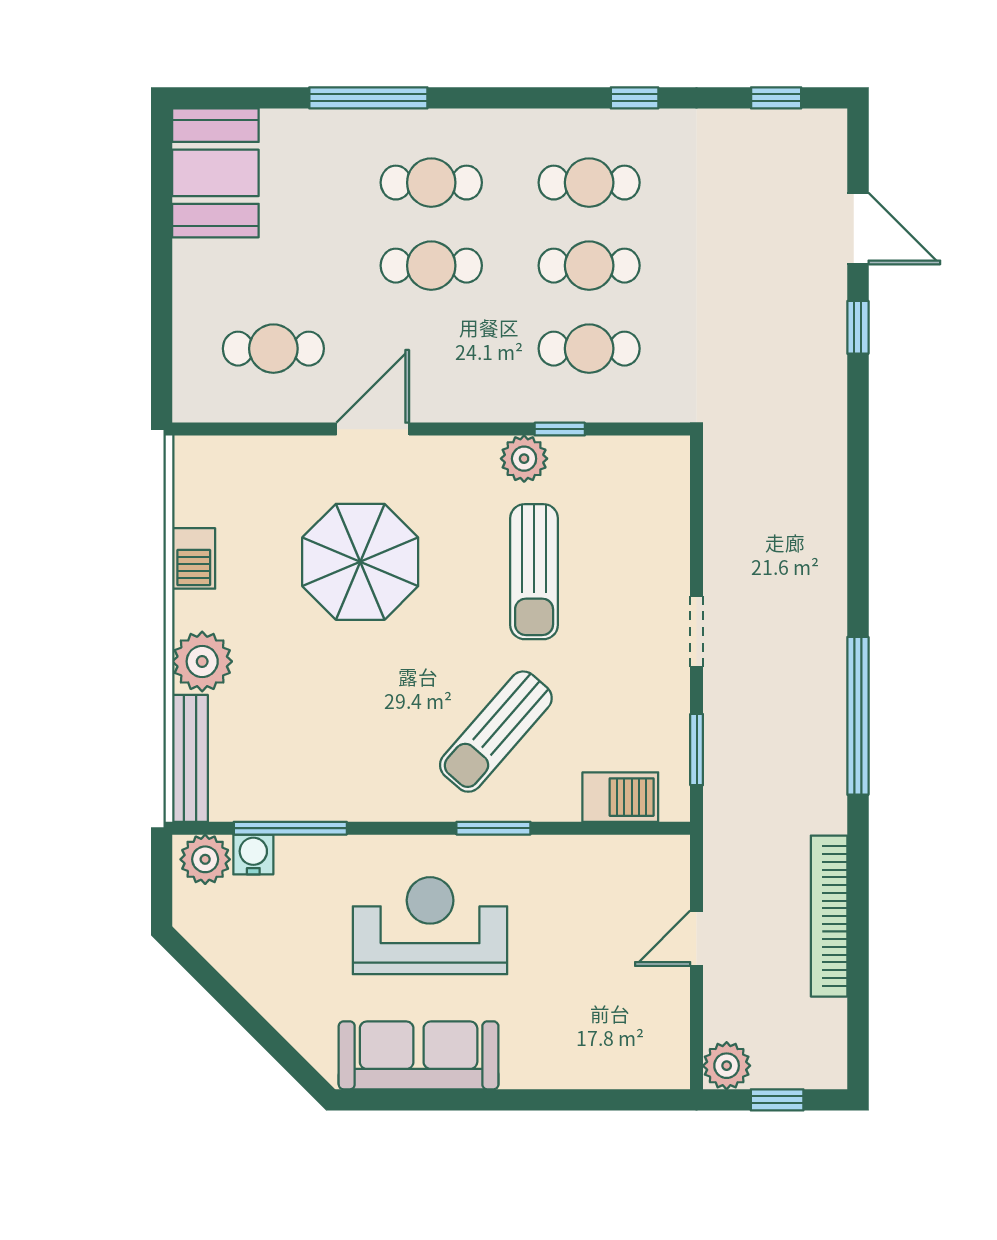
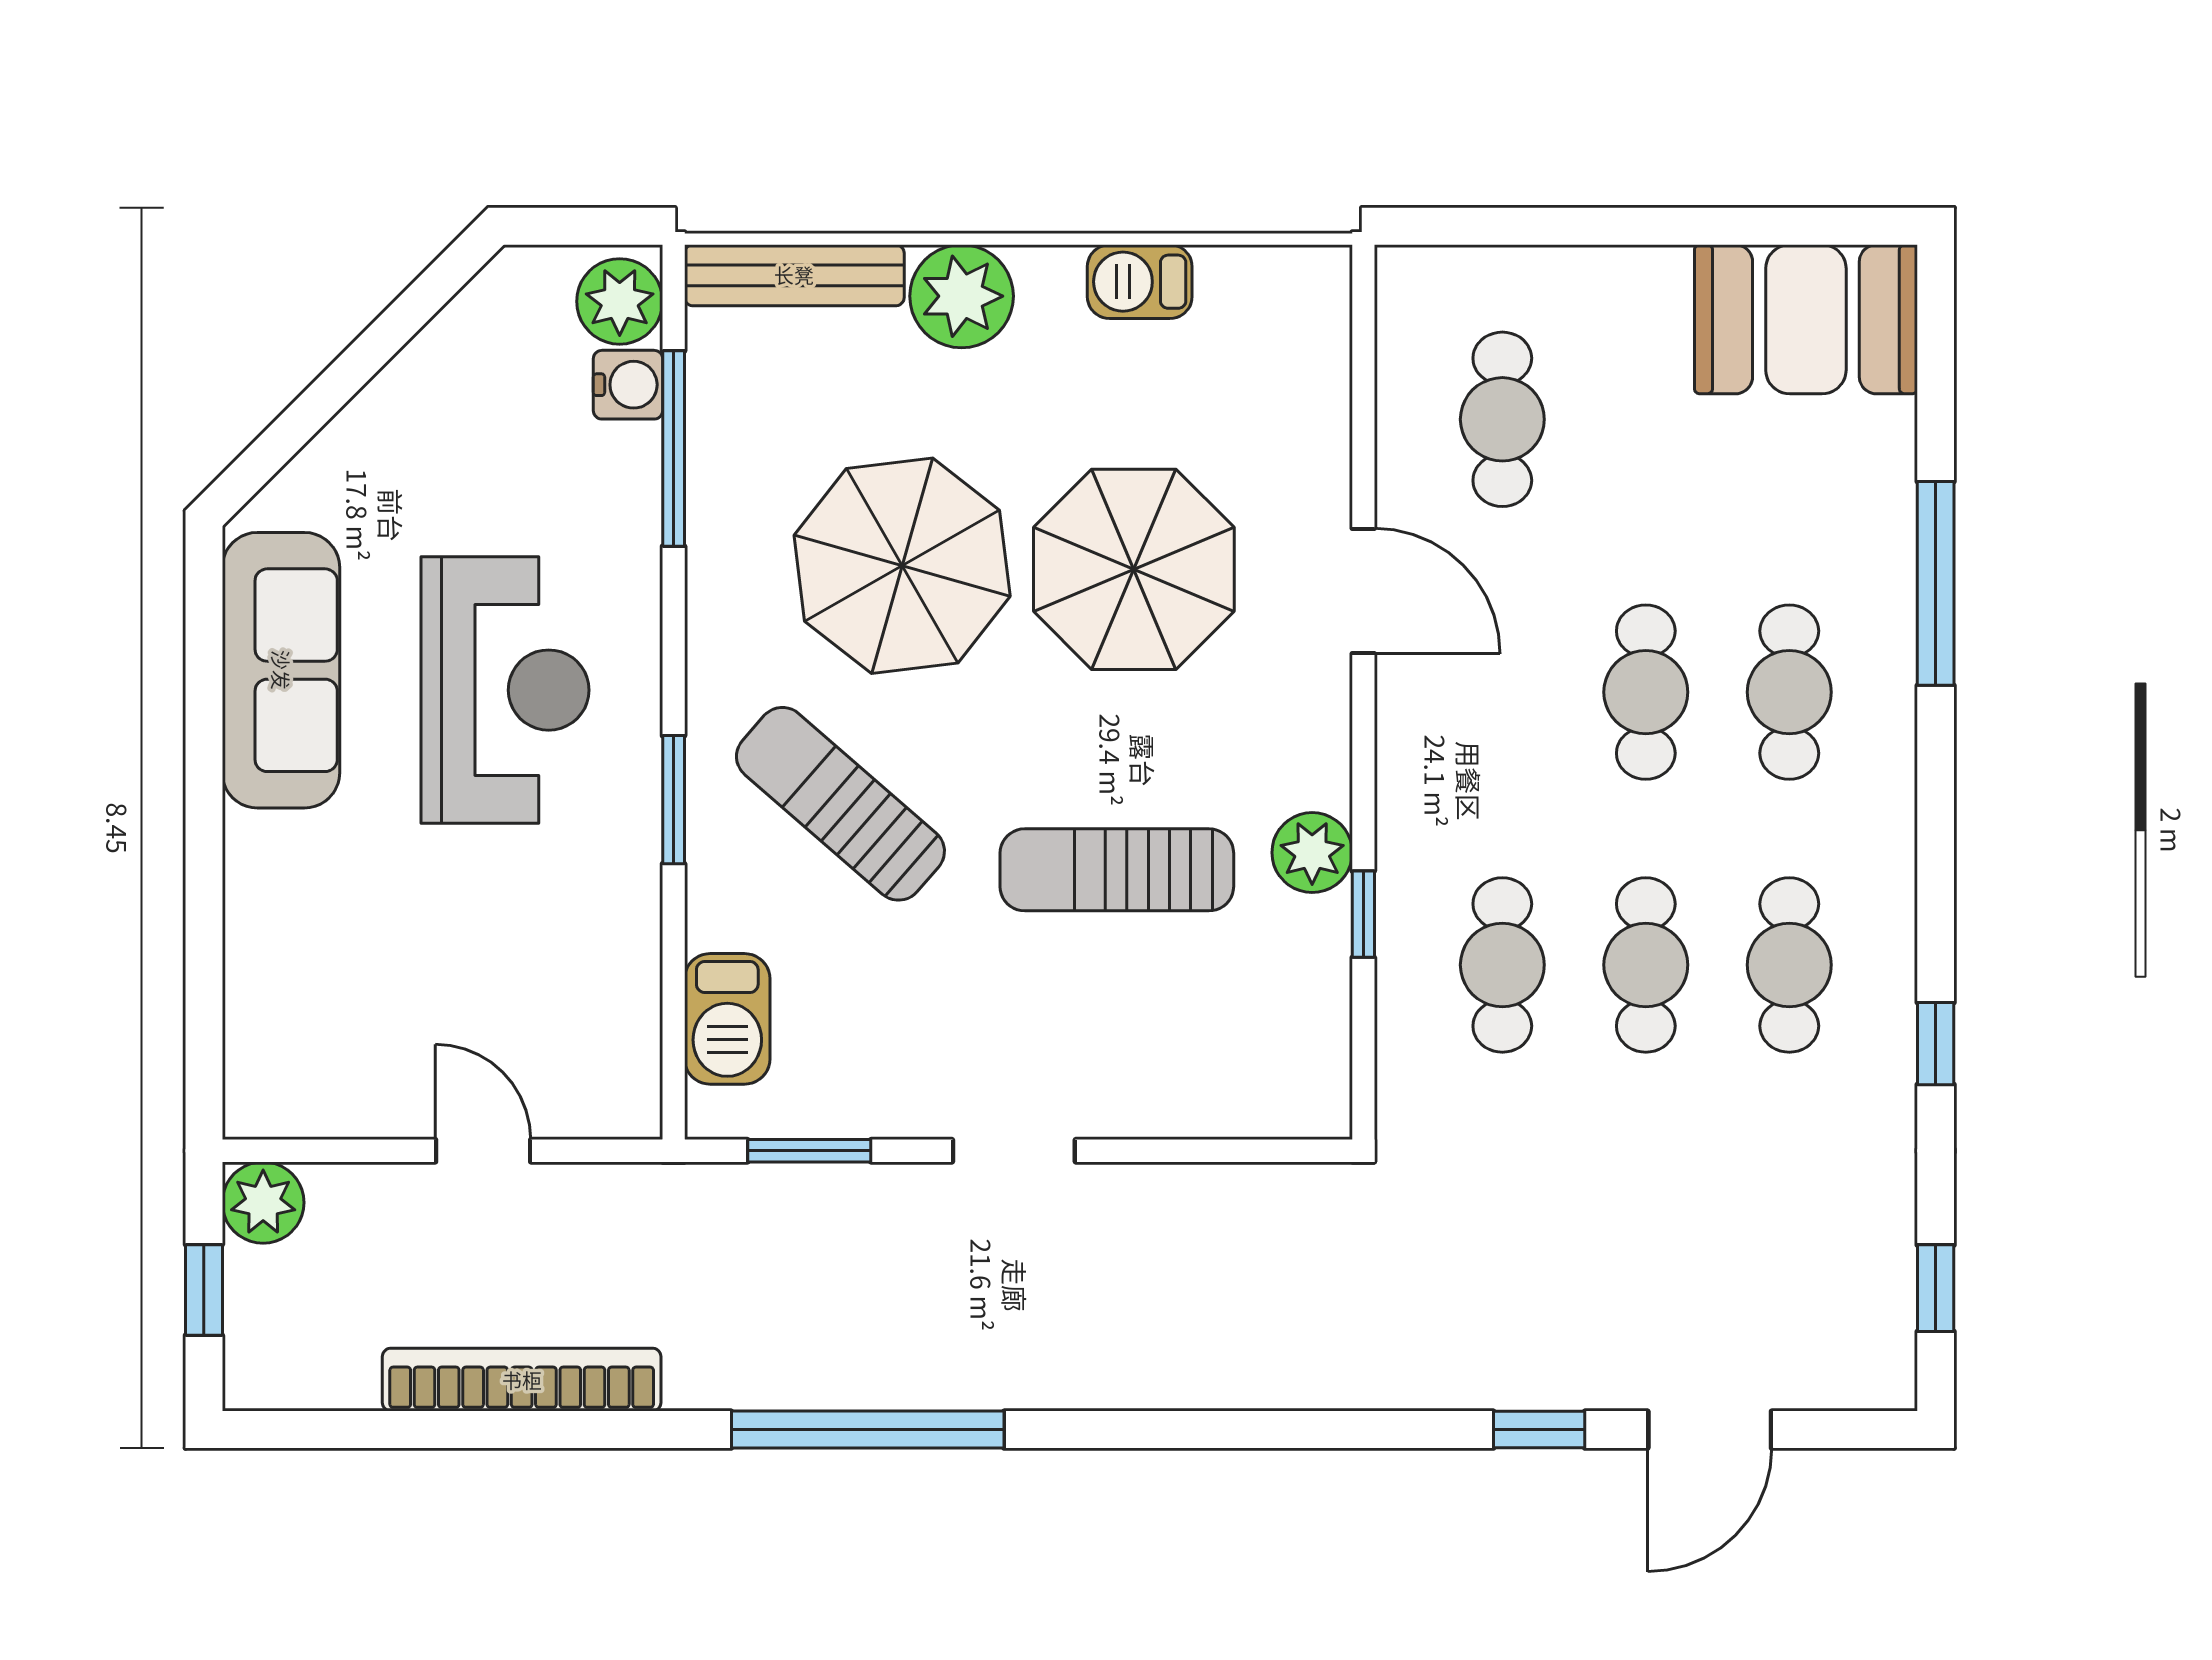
parasol: (358, 696) -> (902, 566), added

